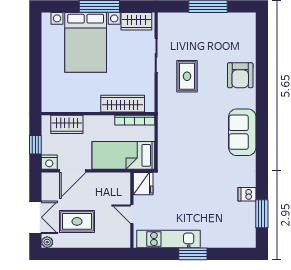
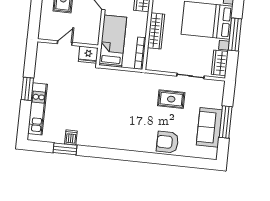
wardrobe: (123, 104) -> (156, 31), moved
sofa: (242, 132) -> (209, 127), moved, turned -90
window: (262, 214) -> (65, 149), moved
kitchen unit: (168, 239) -> (37, 109), moved

